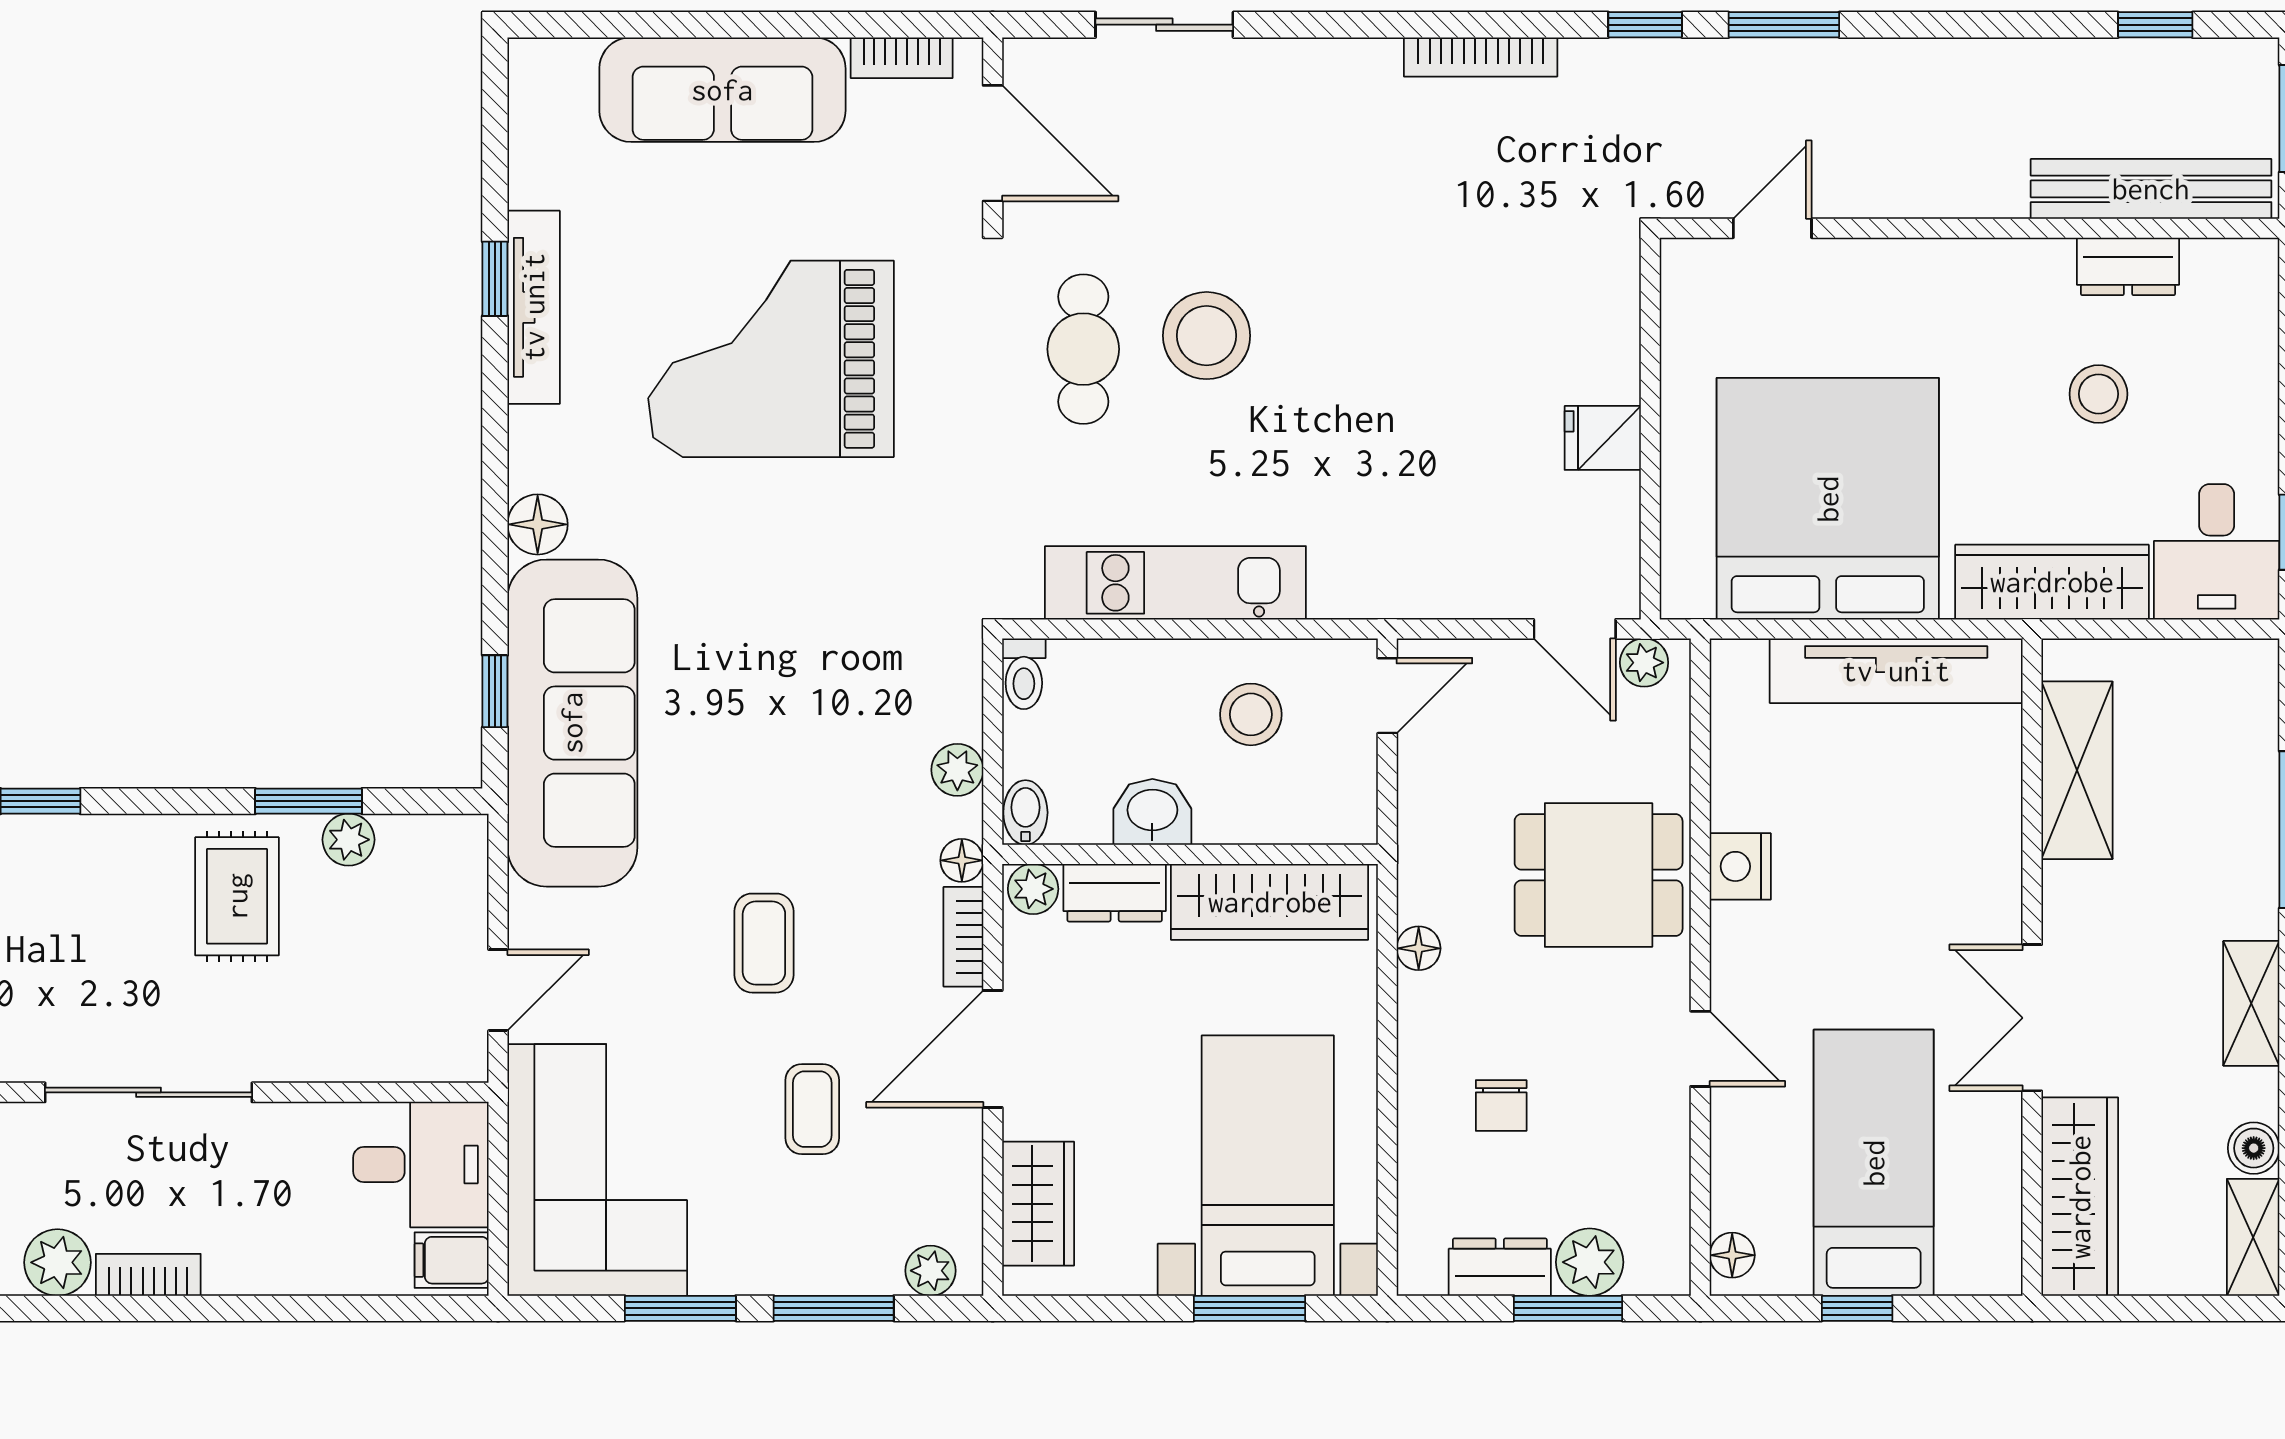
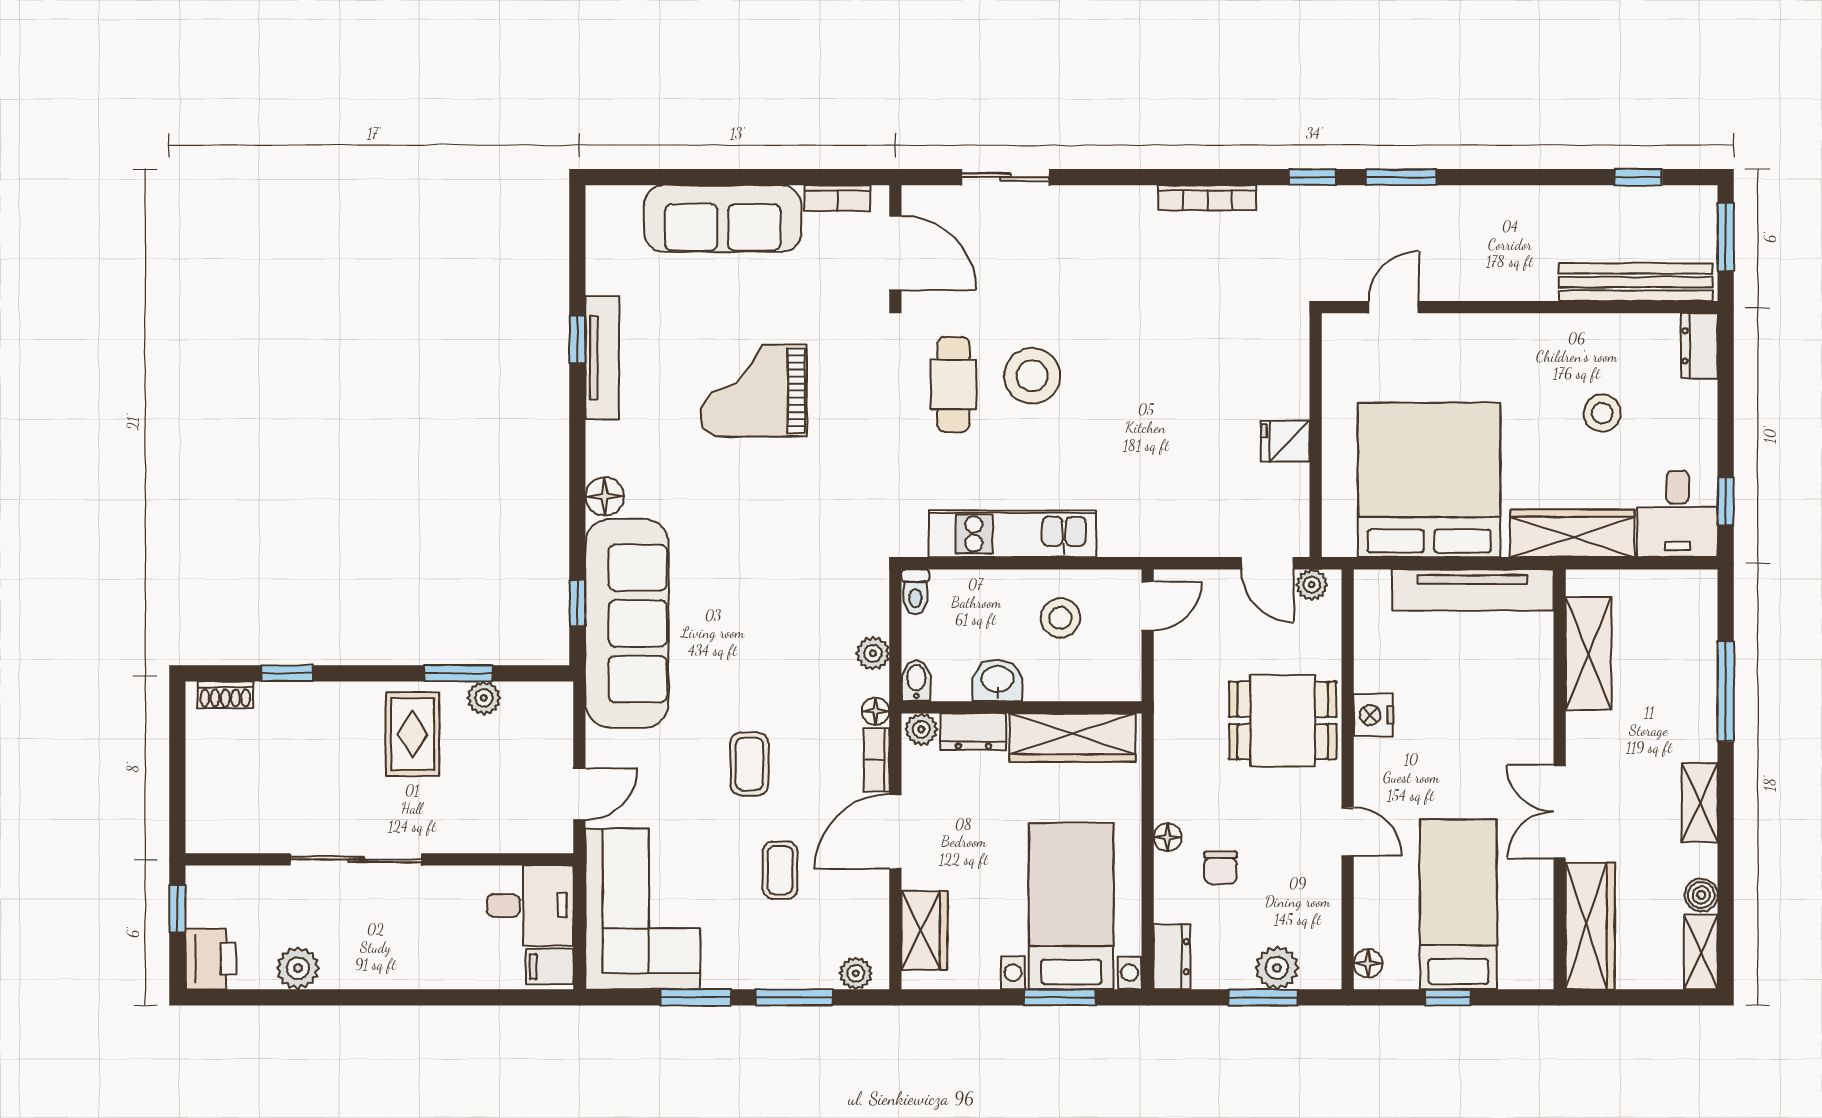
dresser: (2128, 266) -> (1699, 346), moved, turned 90
grand piano: (771, 359) -> (754, 391), width x0.73, depth x0.68
floor lamp: (1419, 948) -> (1168, 837), moved
dresser: (1500, 1267) -> (1172, 957), moved, turned 90
bookcase: (148, 1275) -> (356, 976), removed

